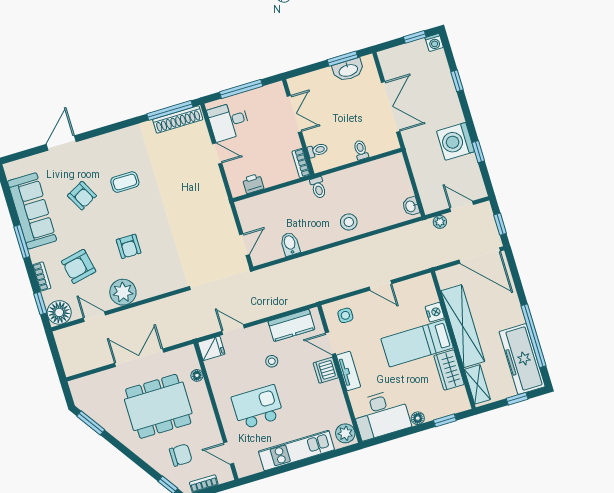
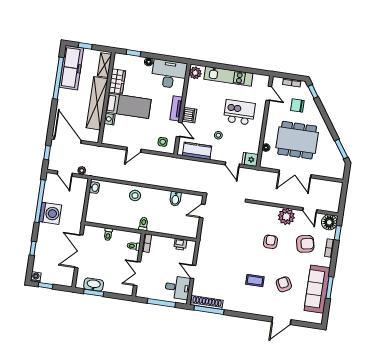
window: (478, 152) -> (40, 201), width x3.17
window: (22, 241) -> (330, 288), moved
door: (380, 285) -> (134, 150), swing flipped
kitchen island: (257, 407) -> (239, 112), turned 180

